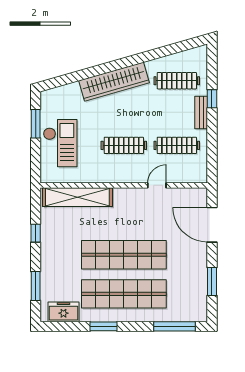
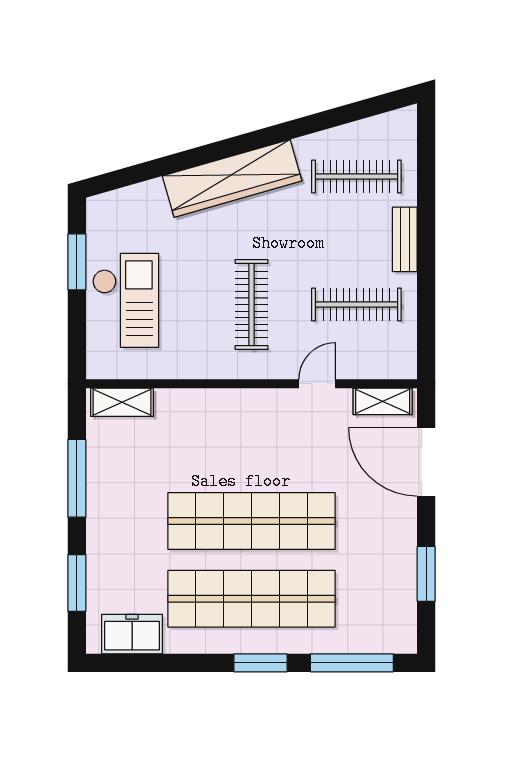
window: (212, 99) -> (426, 212), removed
clothes rail: (124, 145) -> (252, 305), turned 90
shelving: (190, 194) -> (383, 401), added
shelving: (77, 197) -> (122, 402), width x0.45, depth x0.75
window: (36, 233) -> (77, 478), width x2.17
window: (104, 326) -> (260, 663), moved

